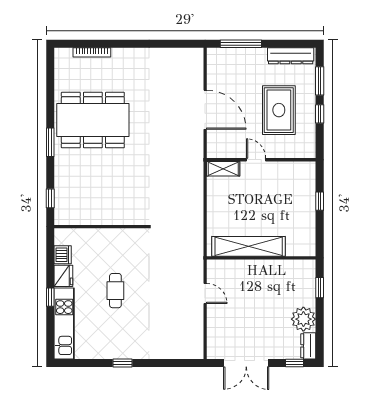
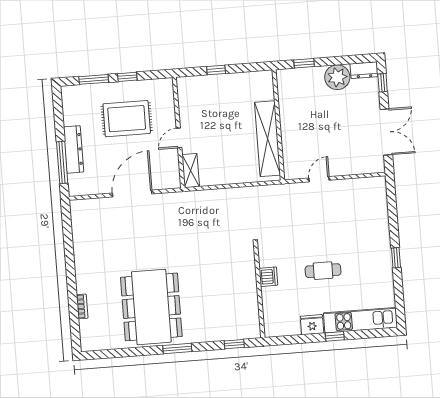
bookcase: (92, 52) -> (82, 306), width x0.64
dresser: (291, 56) -> (74, 149), moved
dishwasher: (63, 255) -> (268, 277), moved, turned 90

